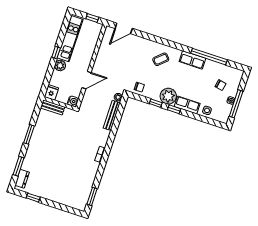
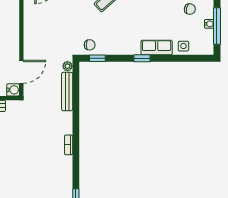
door: (87, 80) -> (21, 72), moved
plant: (168, 96) -> (129, 44), removed
window: (156, 103) -> (97, 58), moved

